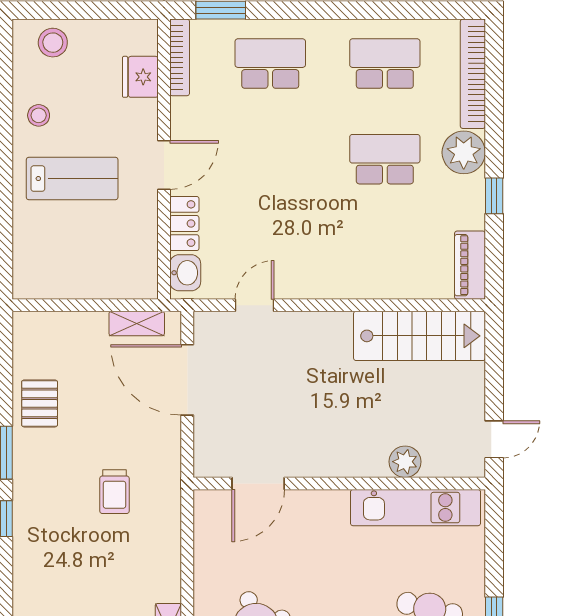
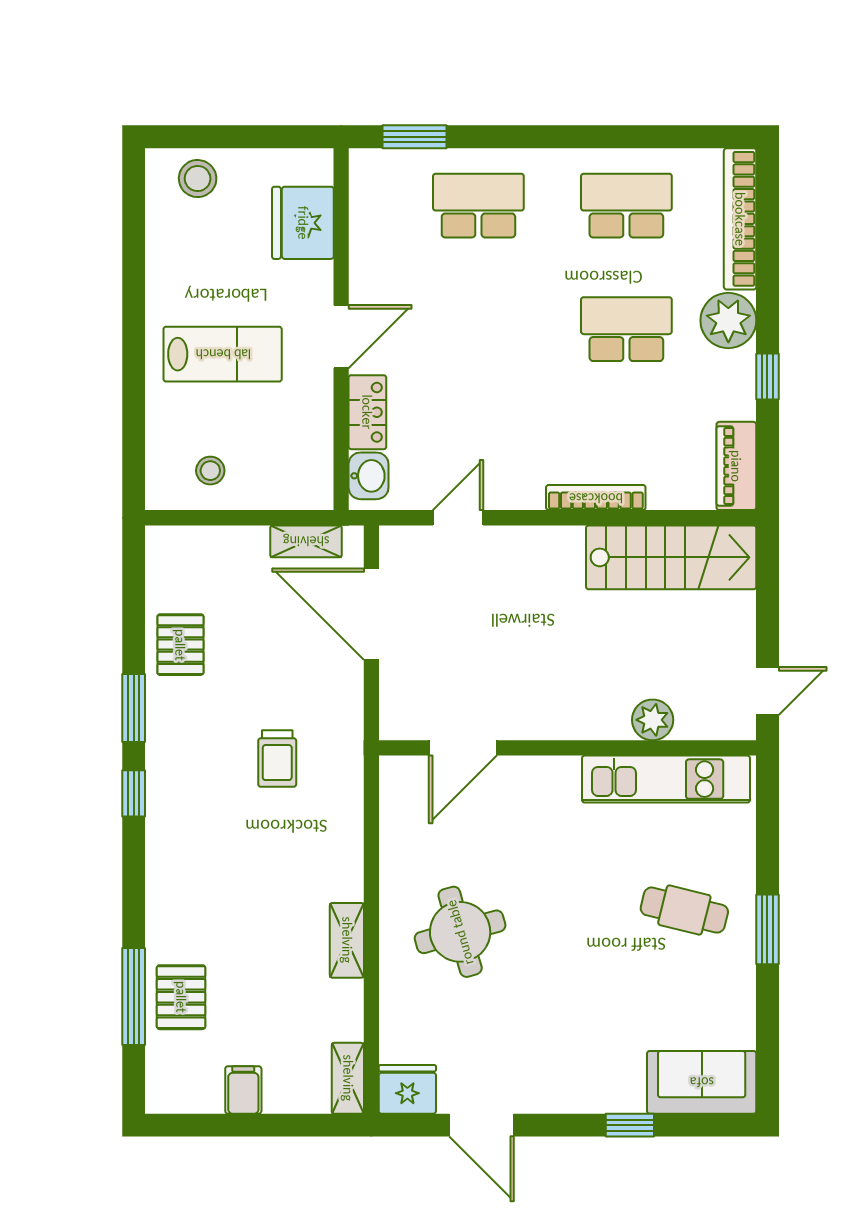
bookcase: (180, 57) -> (596, 498), moved, turned -90
fridge: (140, 77) -> (303, 223), width x1.36, depth x1.34
stool: (39, 115) -> (210, 471), moved

